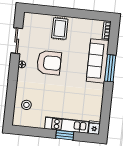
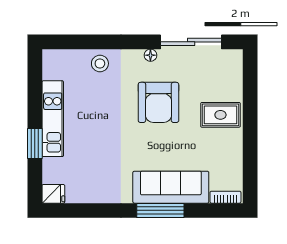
sliding door: (17, 41) -> (191, 42), width x1.37
stool: (26, 105) -> (100, 63), moved
kitchen unit: (67, 125) -> (53, 119), moved

